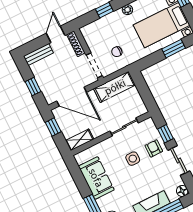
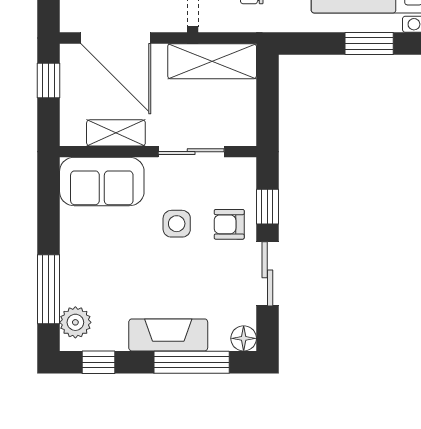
shelving: (80, 140) -> (116, 133), moved
armchair: (154, 148) -> (229, 224), turned -90
sofa: (96, 178) -> (102, 182), moved, turned 90

